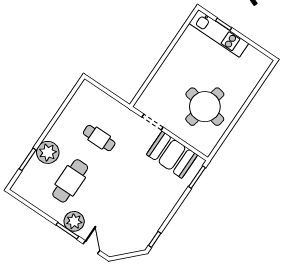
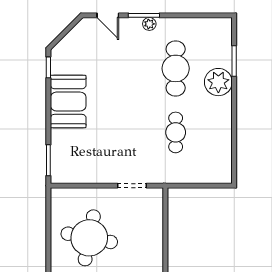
cafe table: (99, 138) -> (176, 132), turned 90
booth: (172, 155) -> (68, 102), moved, turned 90
plant: (74, 221) -> (149, 24), width x0.53, depth x0.53

